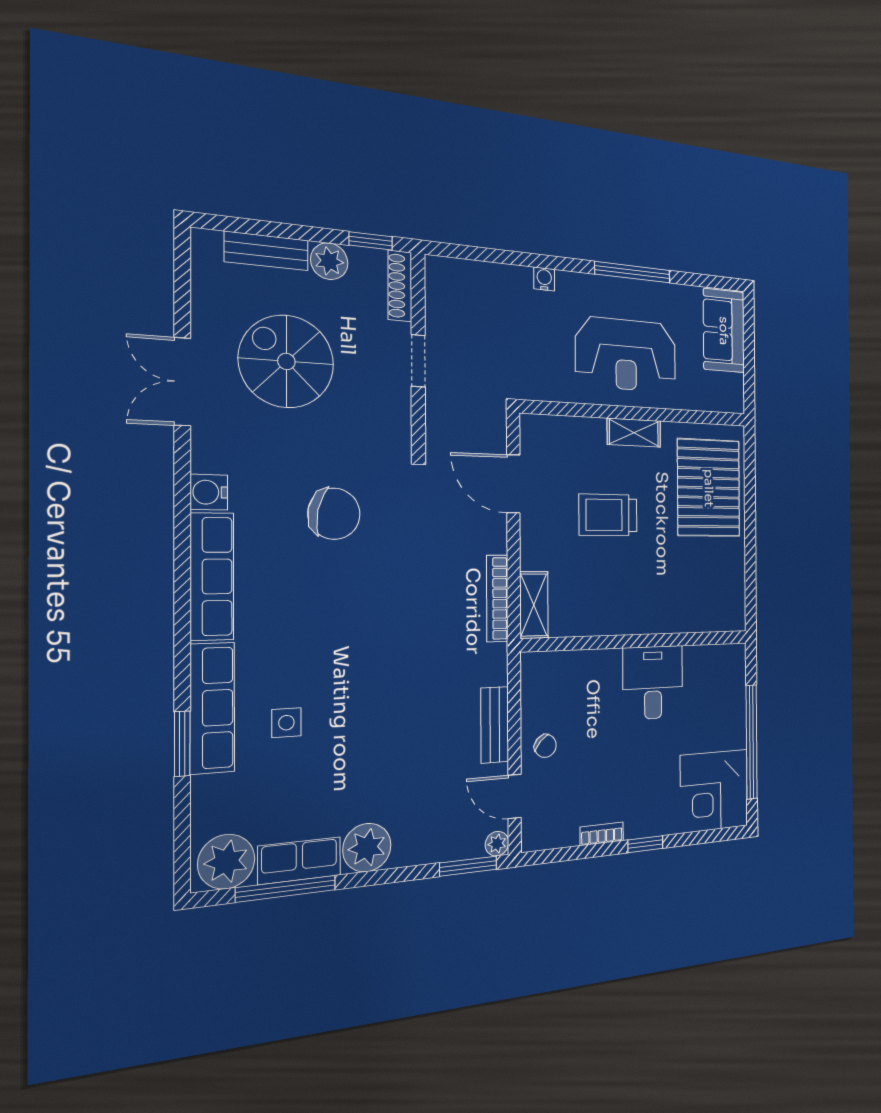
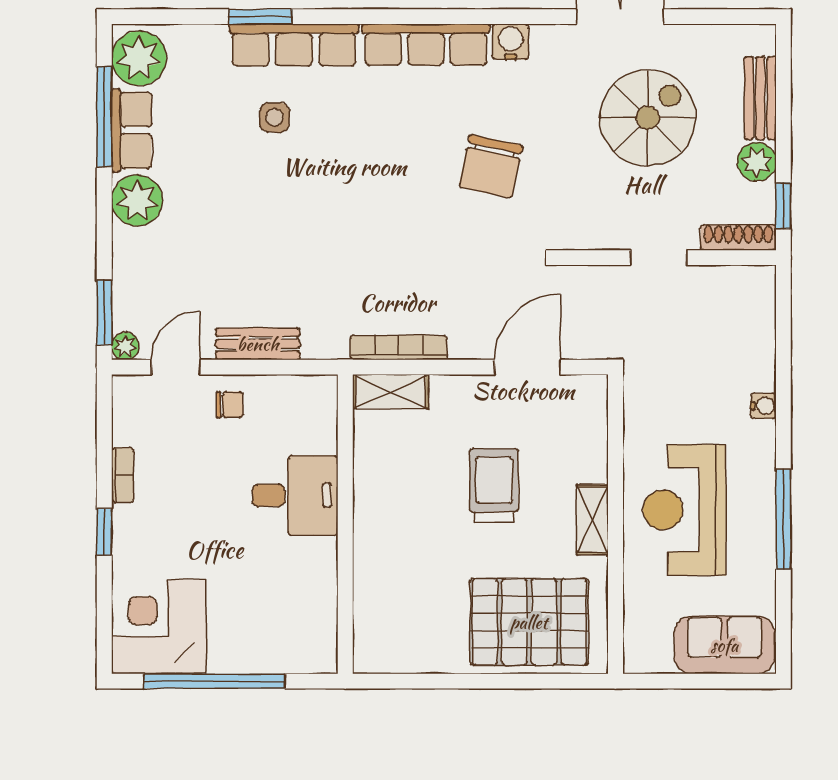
desk: (653, 683) -> (295, 495), moved
chair: (545, 746) -> (230, 405), turned -133

